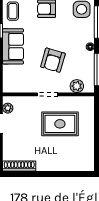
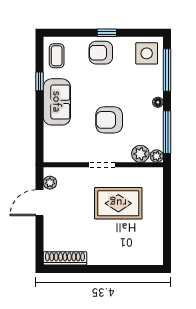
armchair: (53, 60) -> (109, 120), turned 74
plant: (89, 88) -> (157, 156), added

